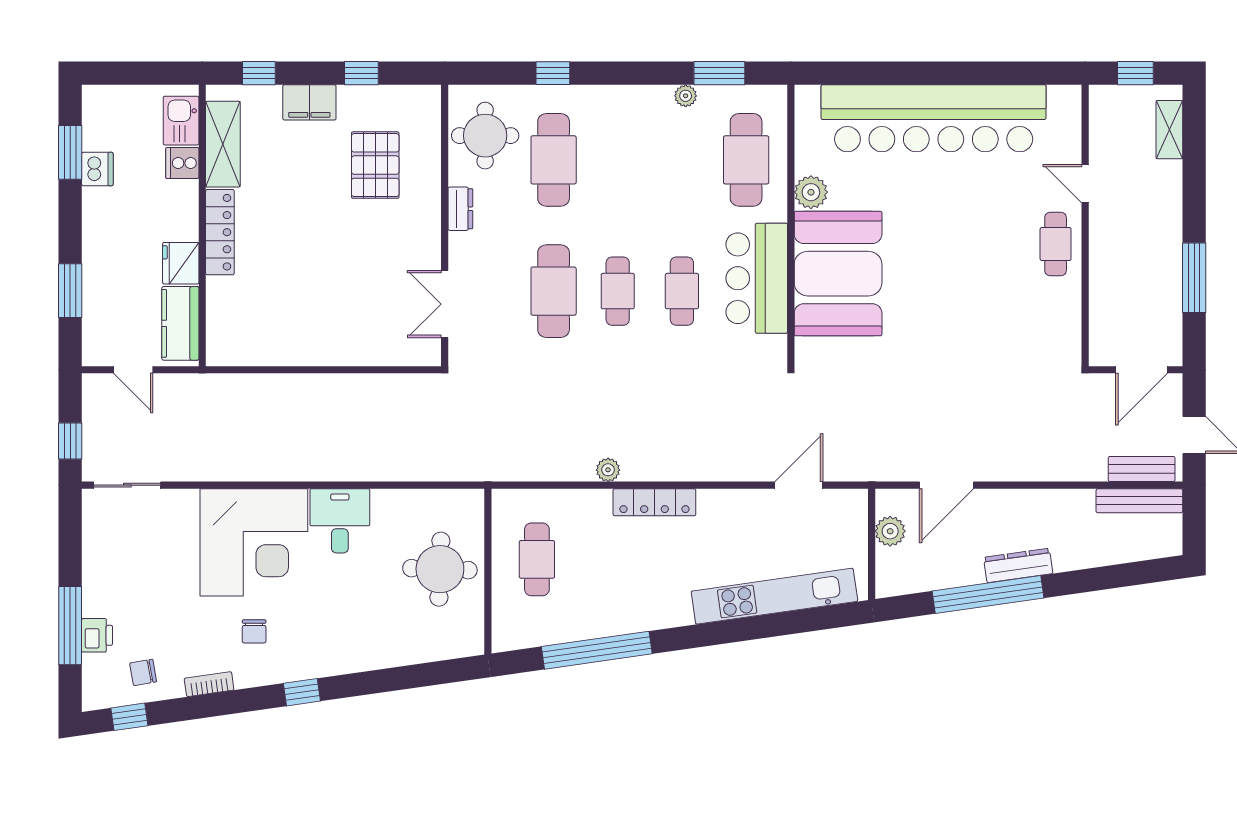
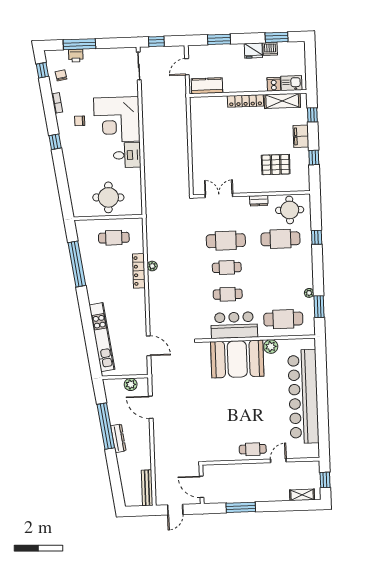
fridge: (181, 263) -> (253, 50), moved, turned 180
bench: (1142, 469) -> (160, 488), removed
locker: (654, 502) -> (139, 271), moved

